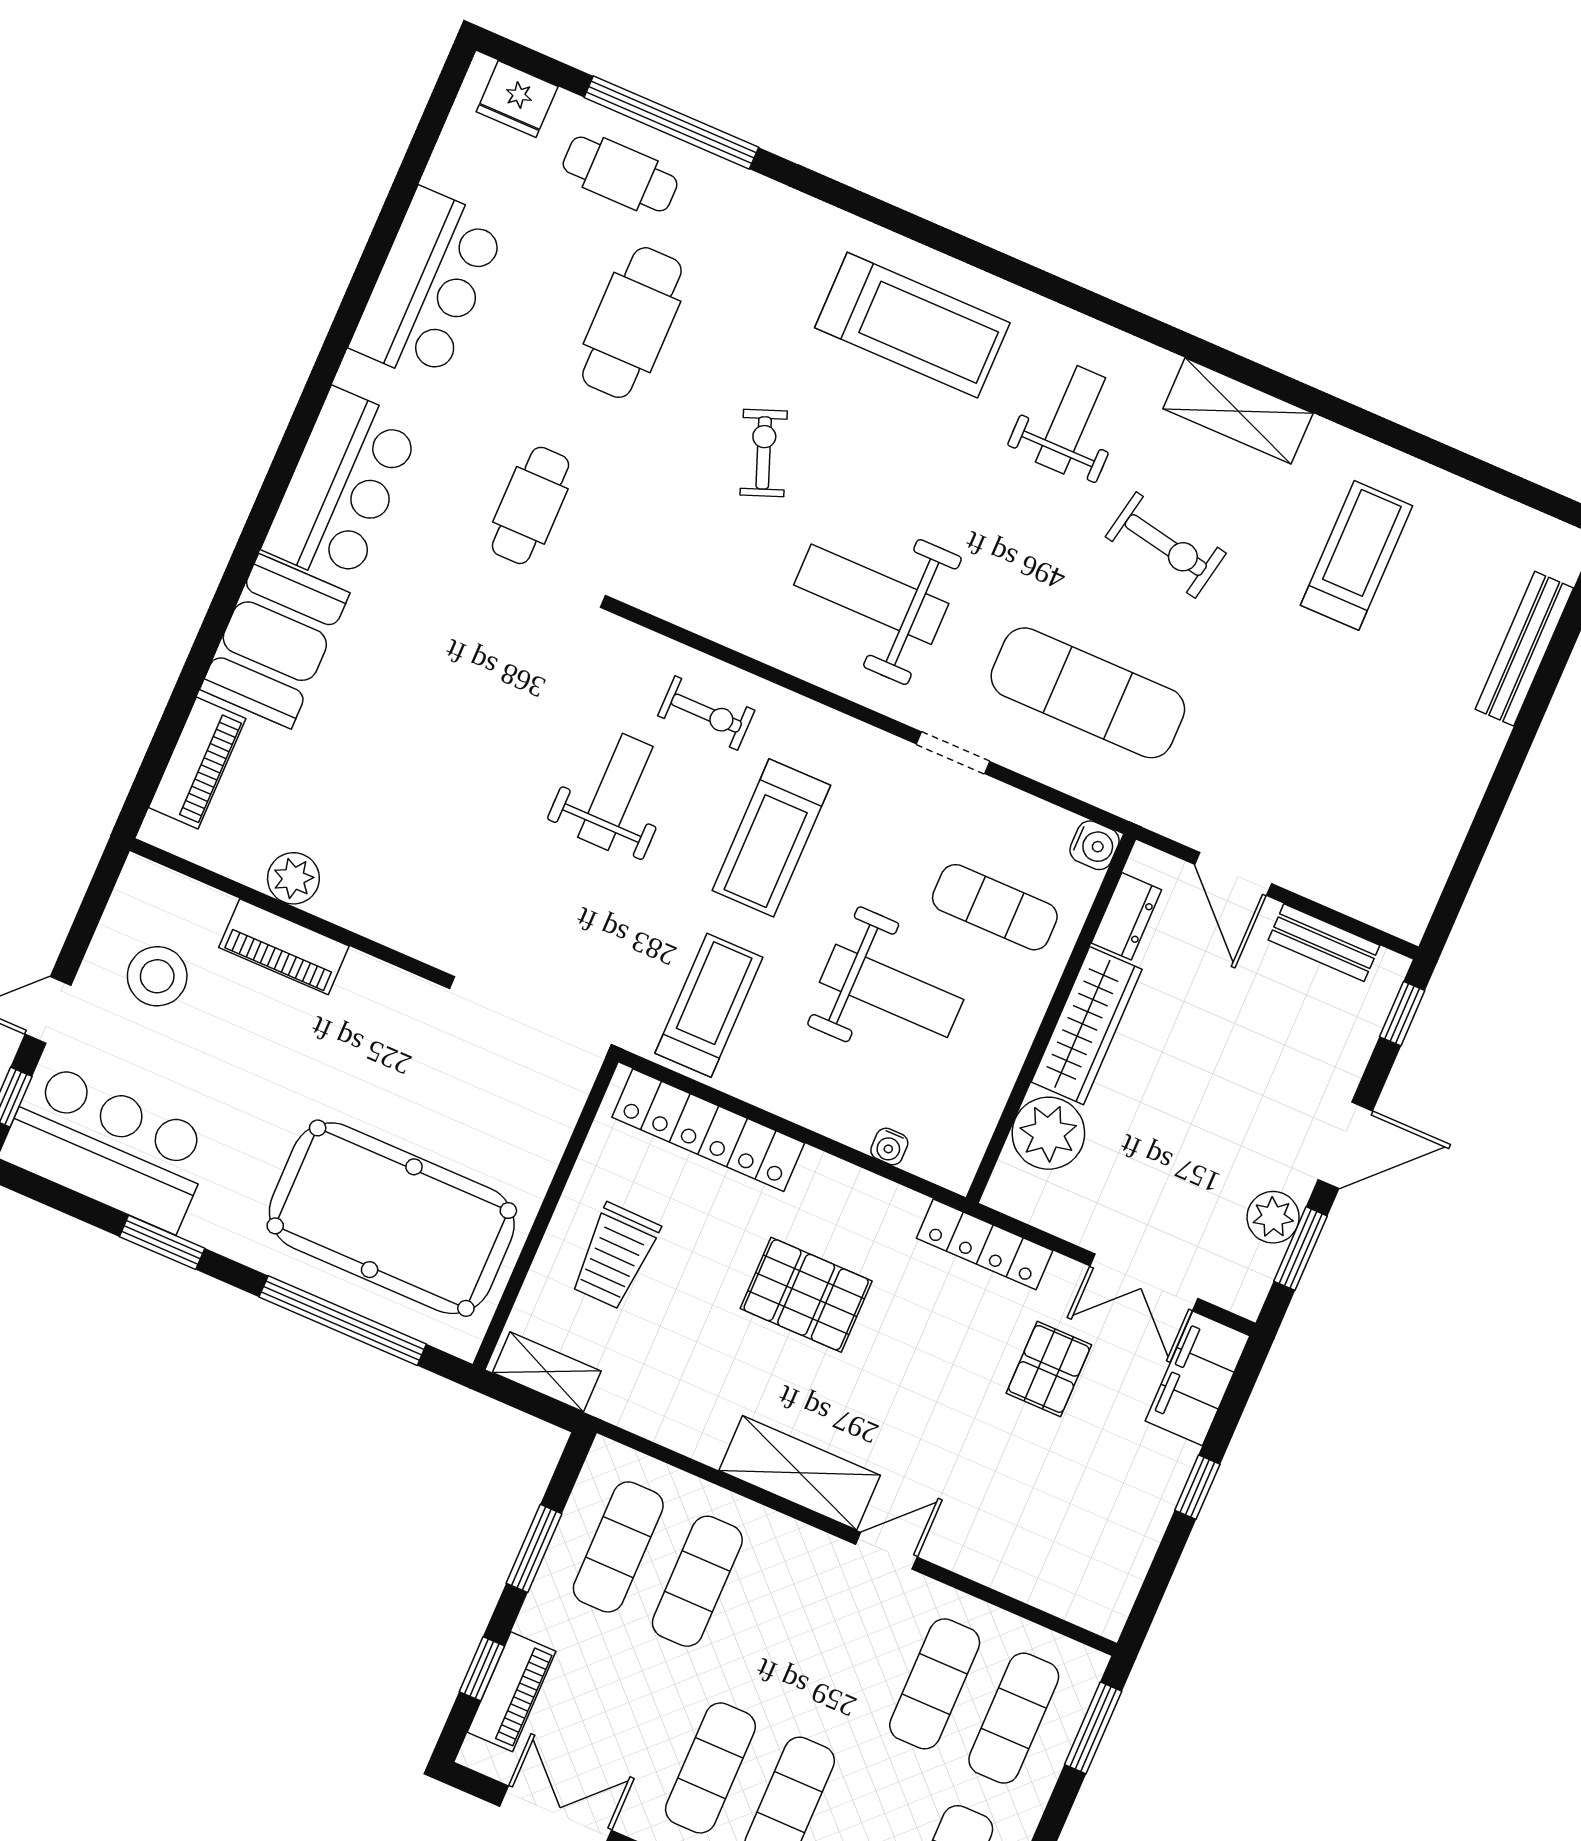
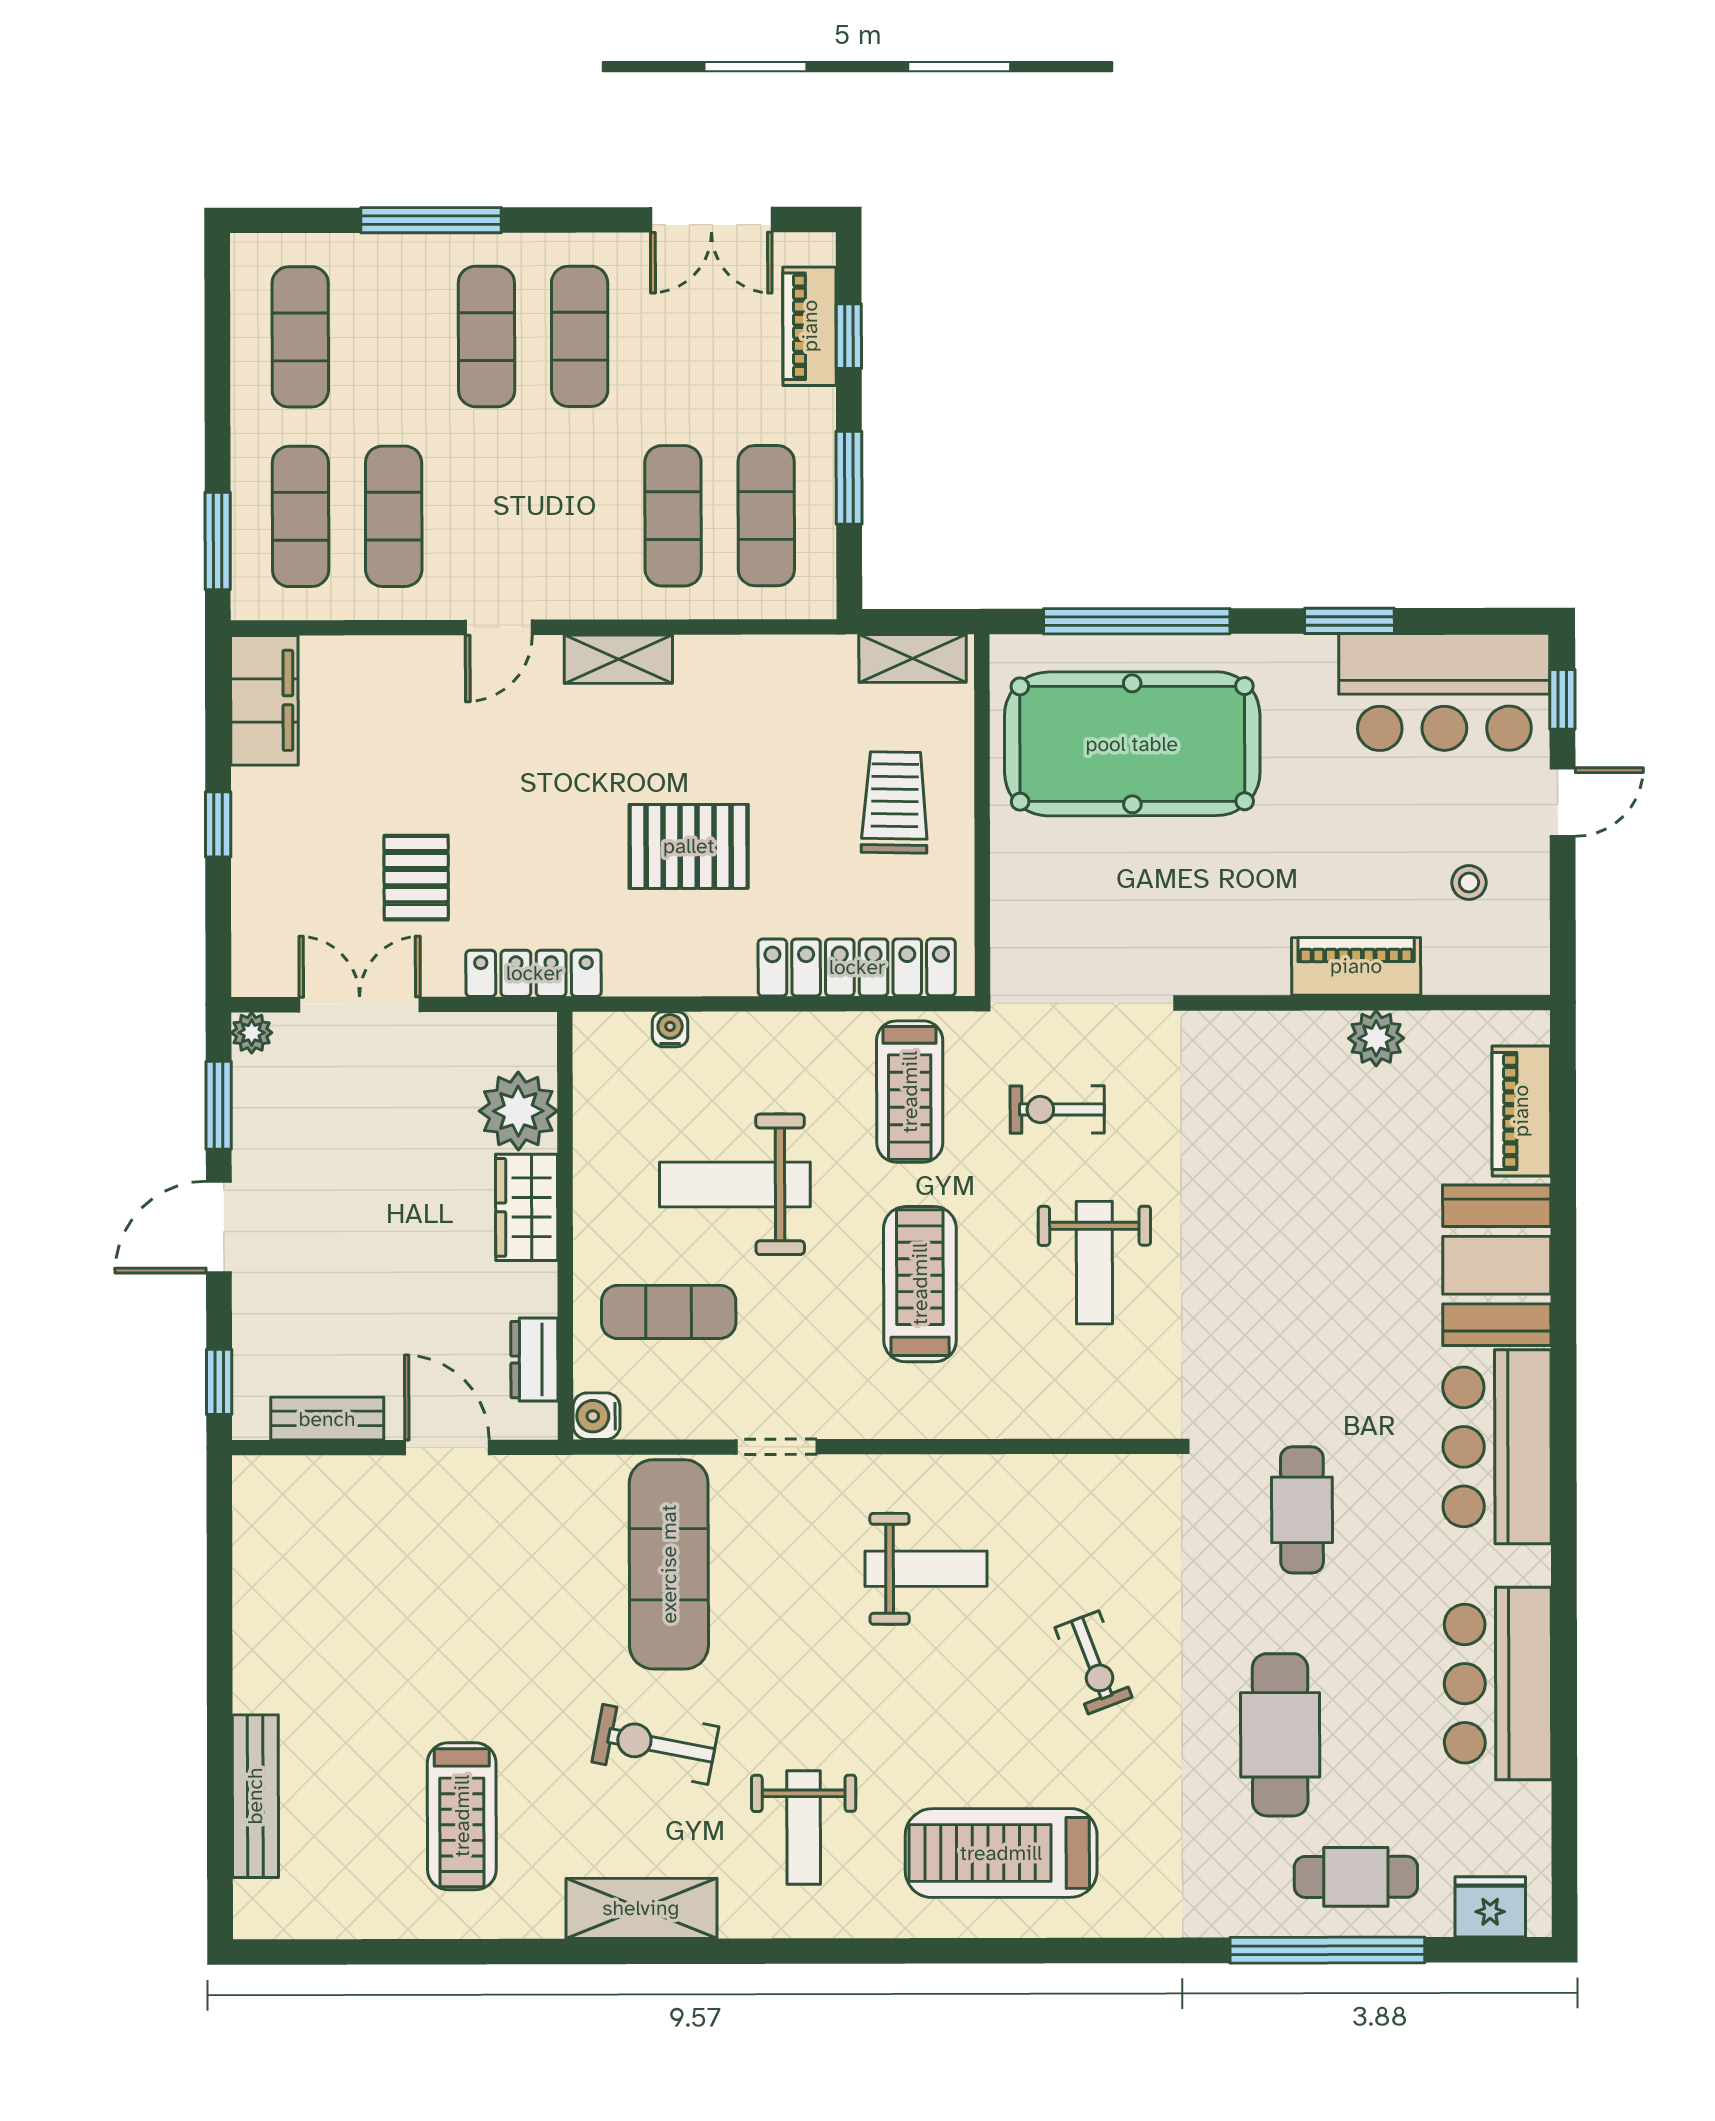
weight bench: (871, 594) -> (926, 1569), width x0.73, depth x0.75
exercise mat: (1088, 693) -> (669, 1564), turned 90
exercise bike: (706, 713) -> (1057, 1109), moved
stool: (157, 976) -> (1469, 882), width x0.53, depth x0.53
wardrobe: (1087, 1026) -> (527, 1207), width x0.67
plant: (1273, 1217) -> (252, 1033), moved, width x0.73, depth x0.73
filing cabinet: (1198, 1378) -> (264, 700), moved
shelving: (800, 1473) -> (618, 659), width x0.67, depth x0.75

